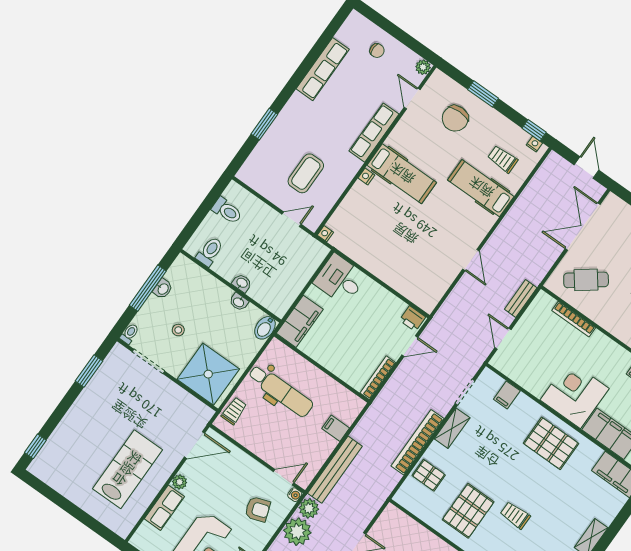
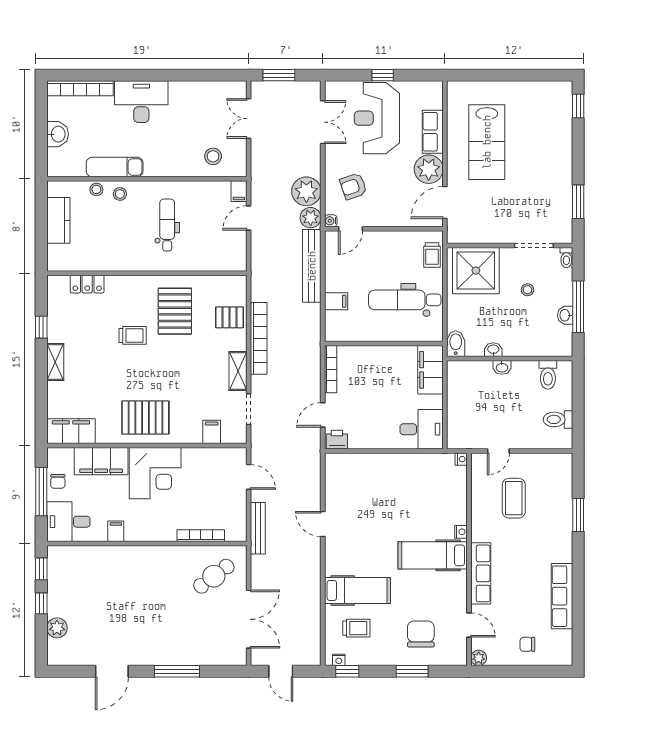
bench: (521, 299) -> (258, 528), width x1.36
plant: (180, 482) -> (429, 169), width x1.87, depth x1.87

